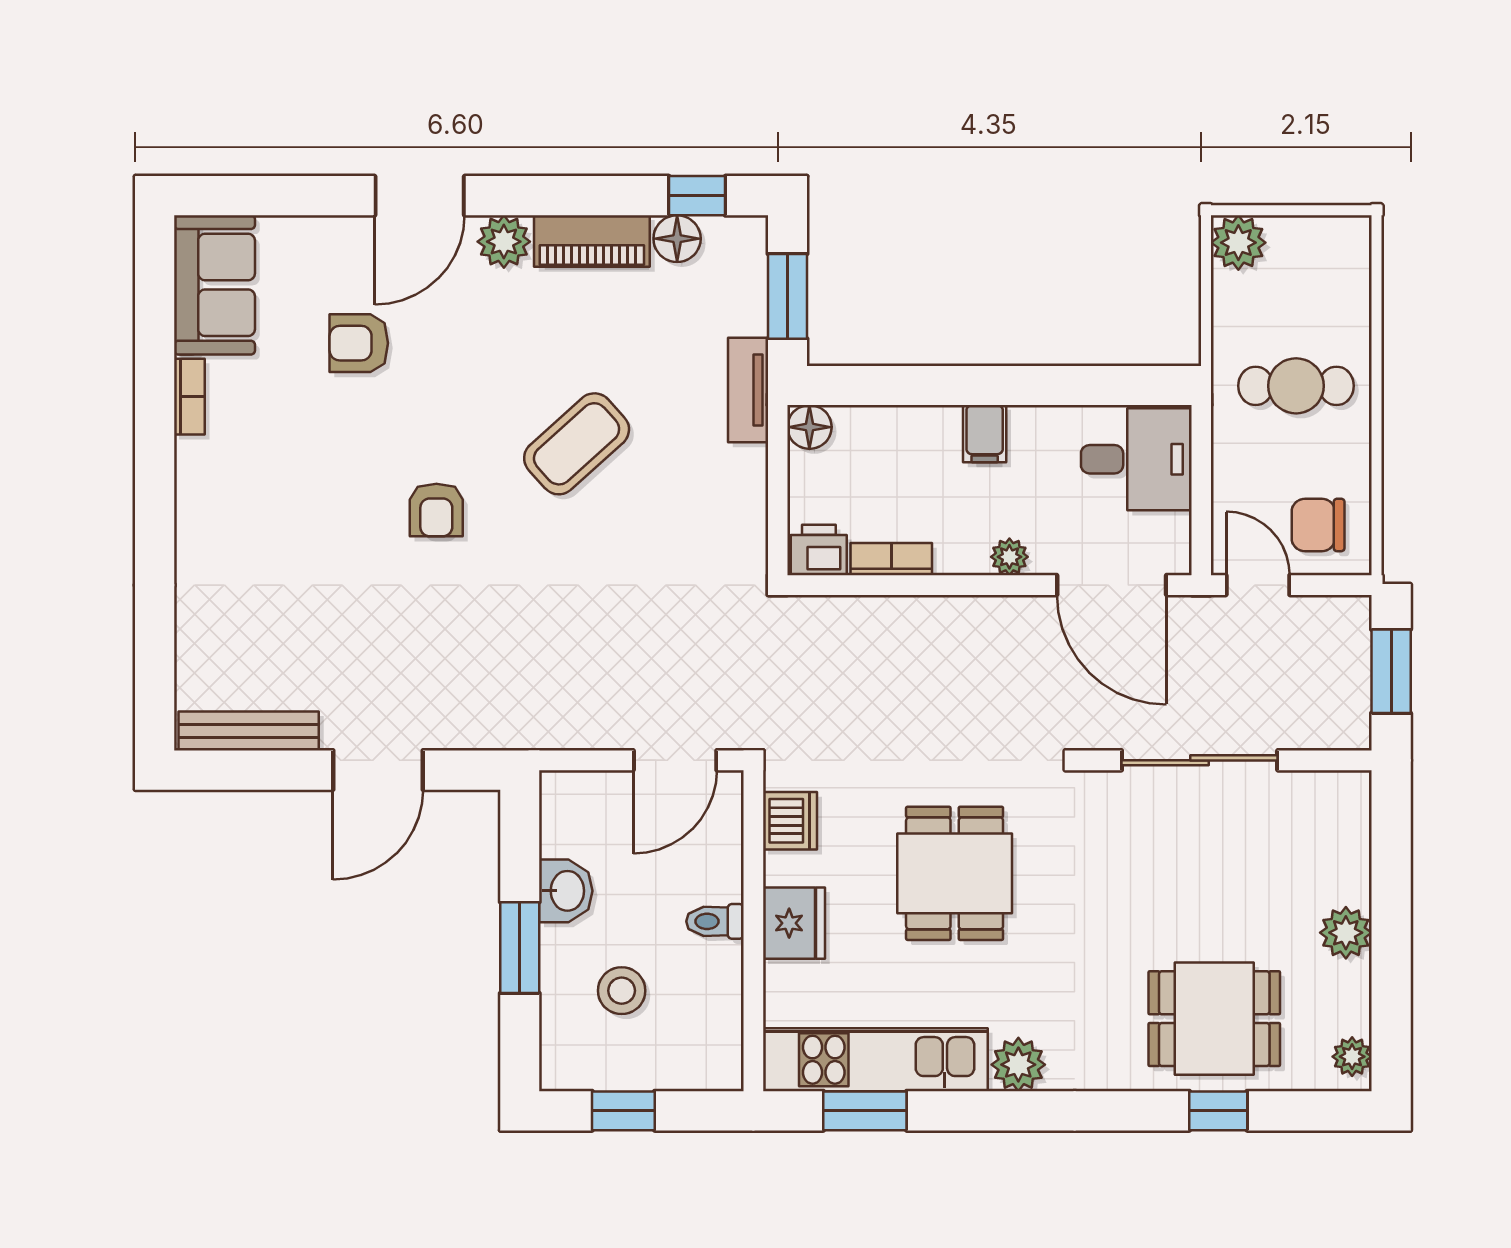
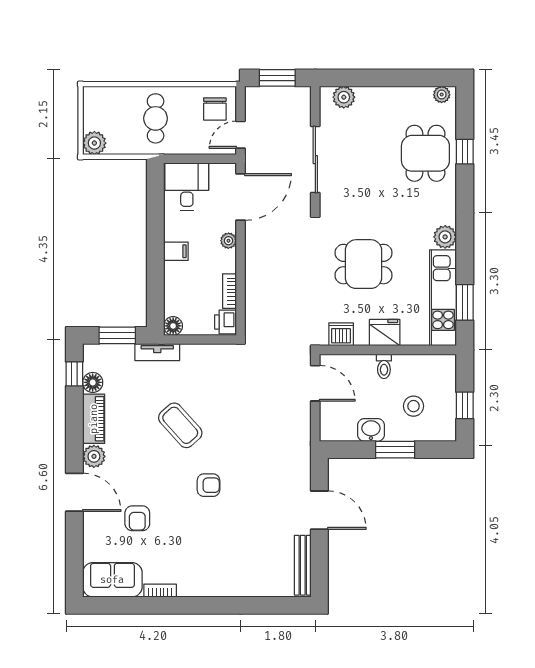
plant: (1346, 933) -> (344, 97), moved

